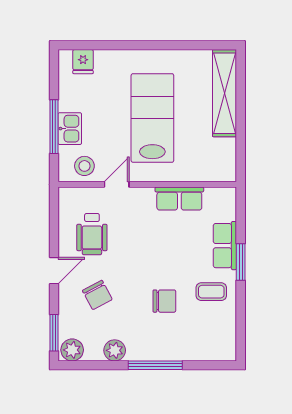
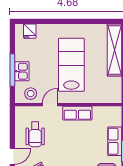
row of seats: (179, 199) -> (77, 113), moved

